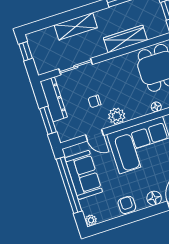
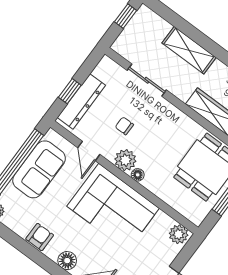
dresser: (54, 99) -> (81, 101), moved
floor lamp: (156, 107) -> (138, 175), moved
window: (48, 120) -> (70, 91), width x0.67

